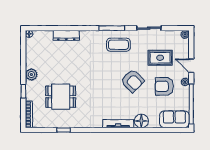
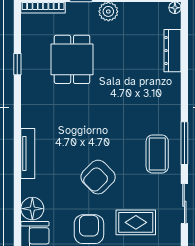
dresser: (66, 35) -> (172, 51), moved
rug: (160, 58) -> (136, 222), turned 90
floor lamp: (141, 121) -> (32, 209), moved

